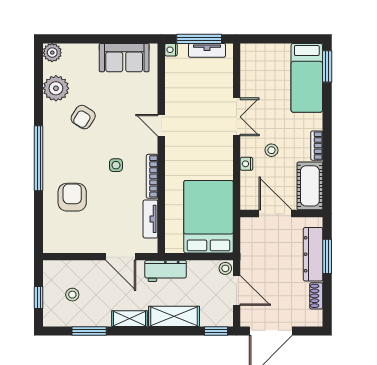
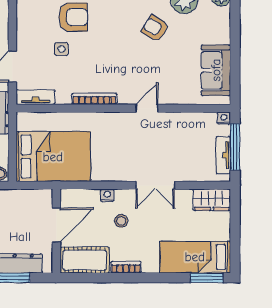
wardrobe: (251, 62) -> (212, 200), added
side table: (116, 165) -> (61, 49), moved
tv unit: (150, 219) -> (36, 97), moved

